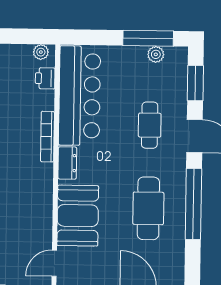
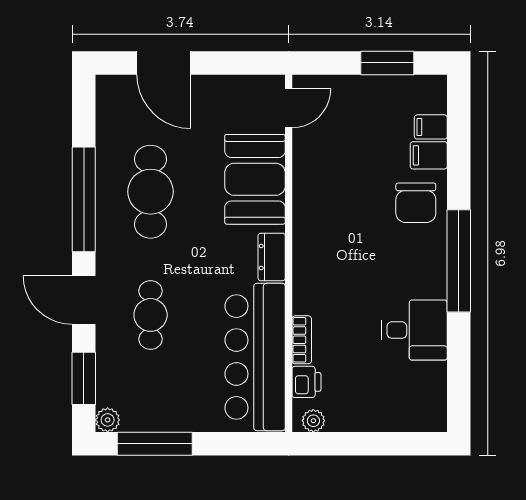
plant: (156, 54) -> (108, 420), moved
bookcase: (47, 137) -> (302, 340), moved, width x0.64

